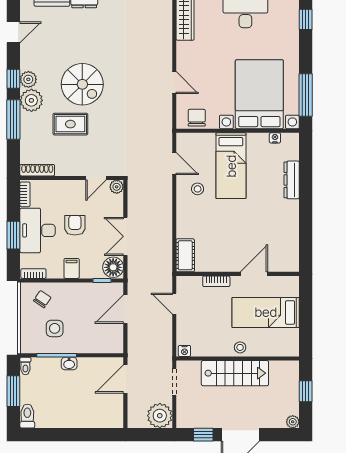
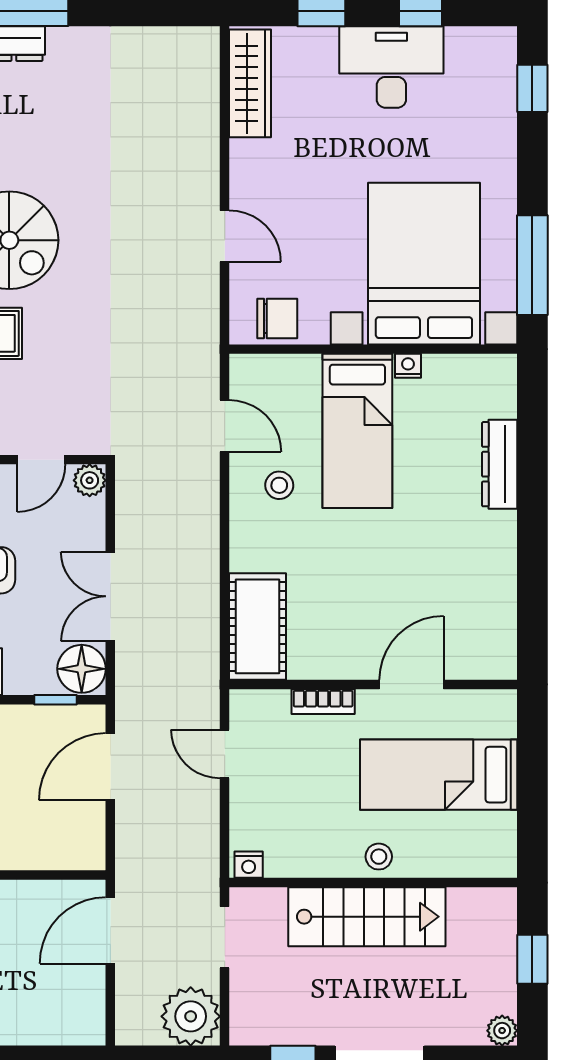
chair: (197, 118) -> (277, 319), turned 90
nightstand: (275, 138) -> (408, 366), moved
cot: (185, 255) -> (258, 626), width x1.37, depth x1.34

